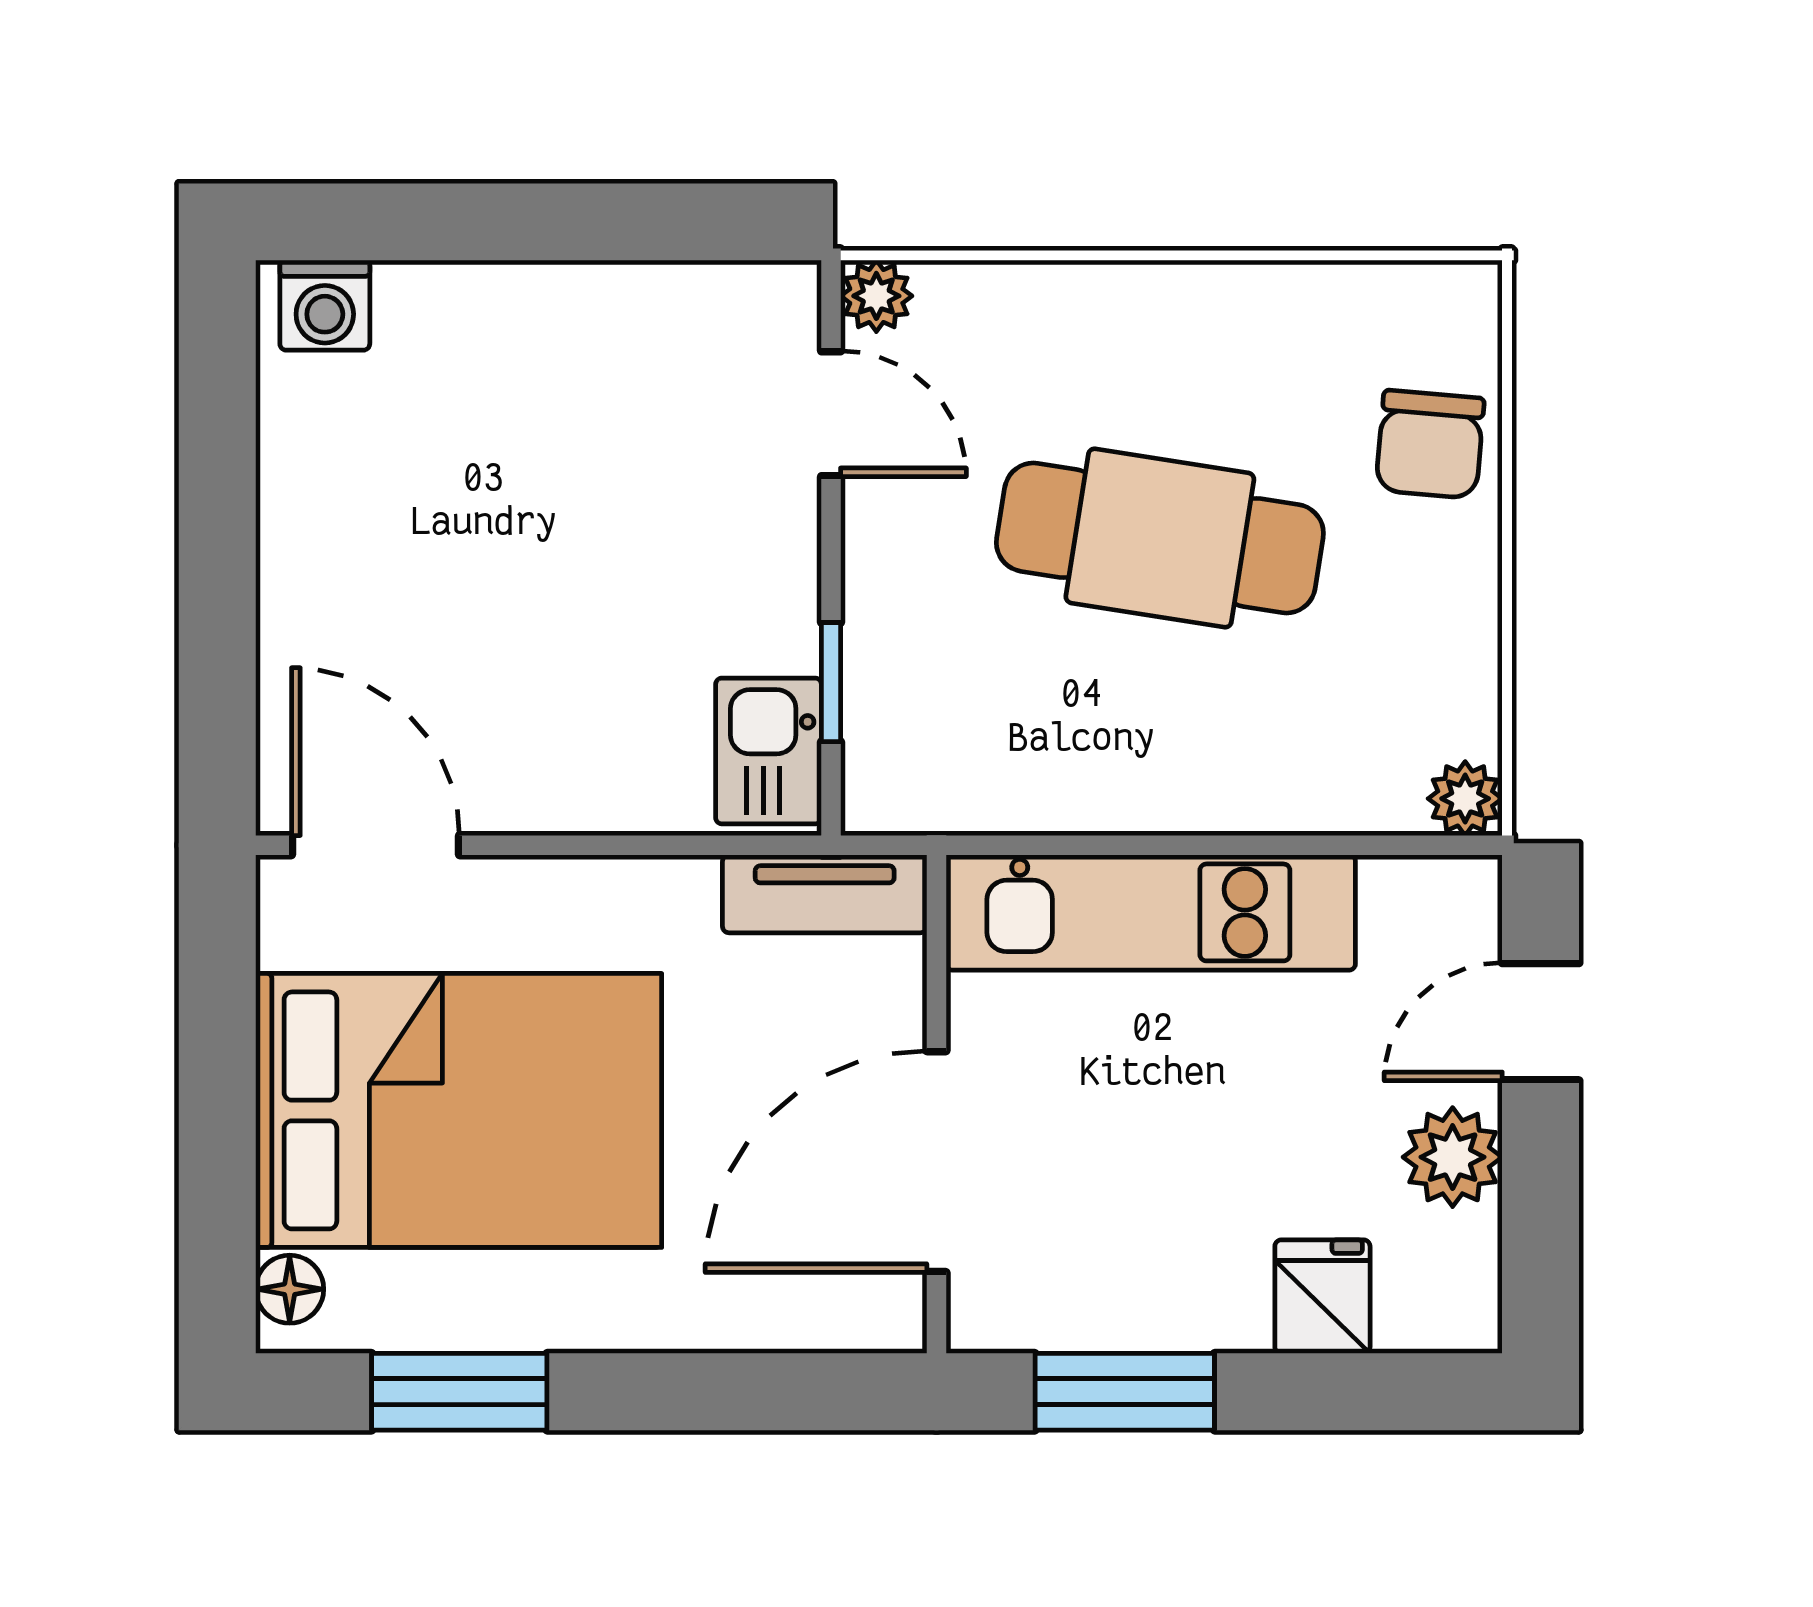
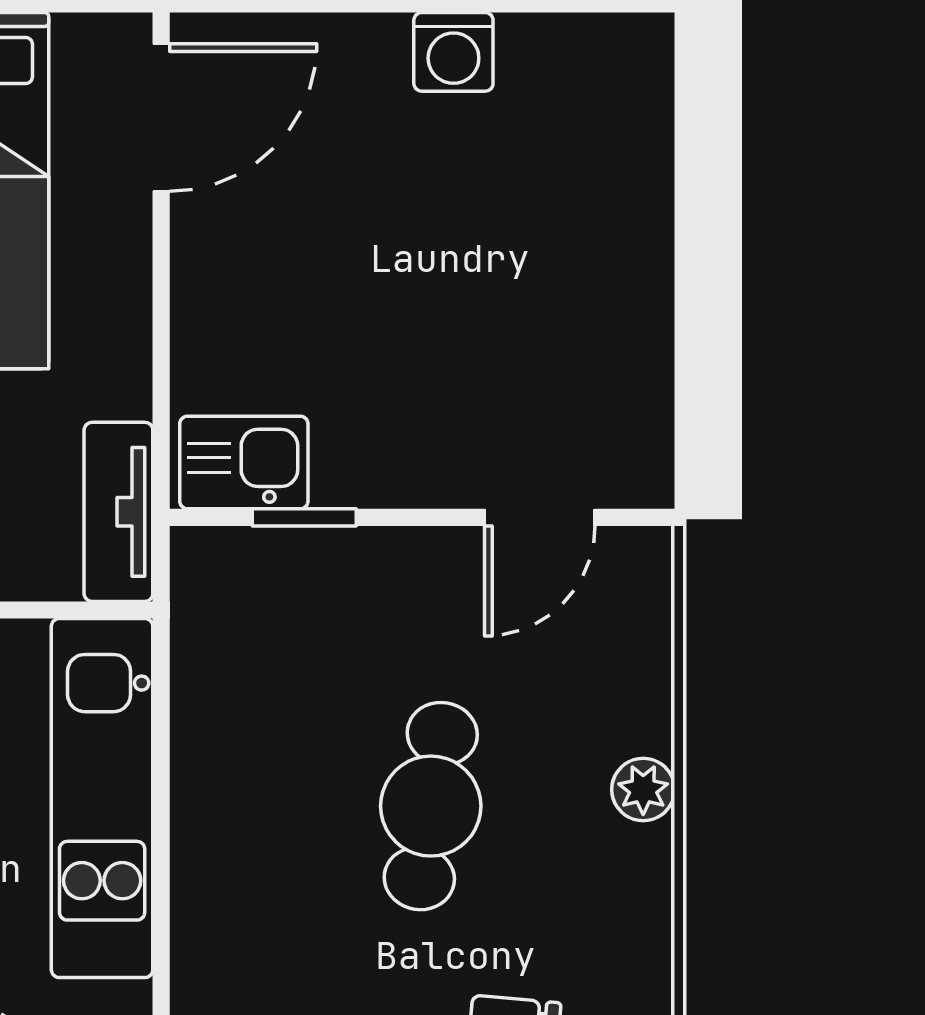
plant: (876, 296) -> (643, 790), moved
washing machine: (325, 305) -> (453, 52), moved, turned -90
cafe table: (1160, 538) -> (431, 806), width x0.73, depth x0.74

